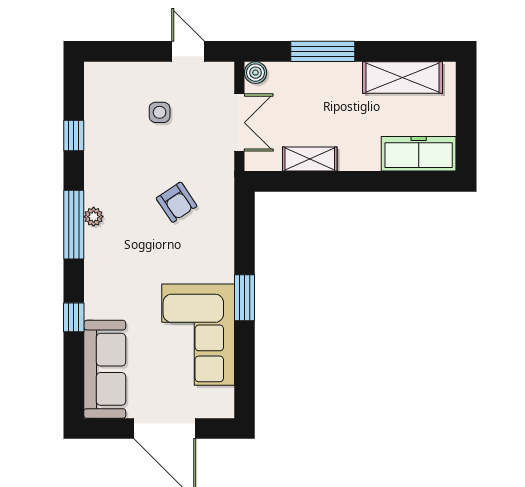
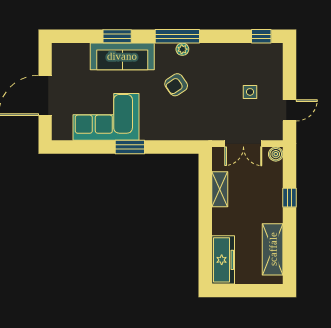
window: (323, 51) -> (290, 198), width x0.46
window: (74, 136) -> (261, 36), moved
armchair: (177, 202) -> (176, 85), moved
window: (74, 317) -> (117, 36), width x1.50
sofa: (105, 369) -> (122, 56), moved

